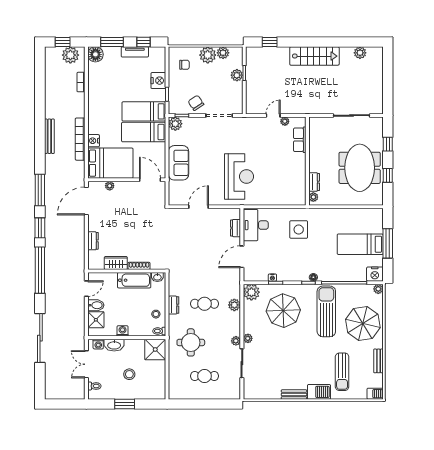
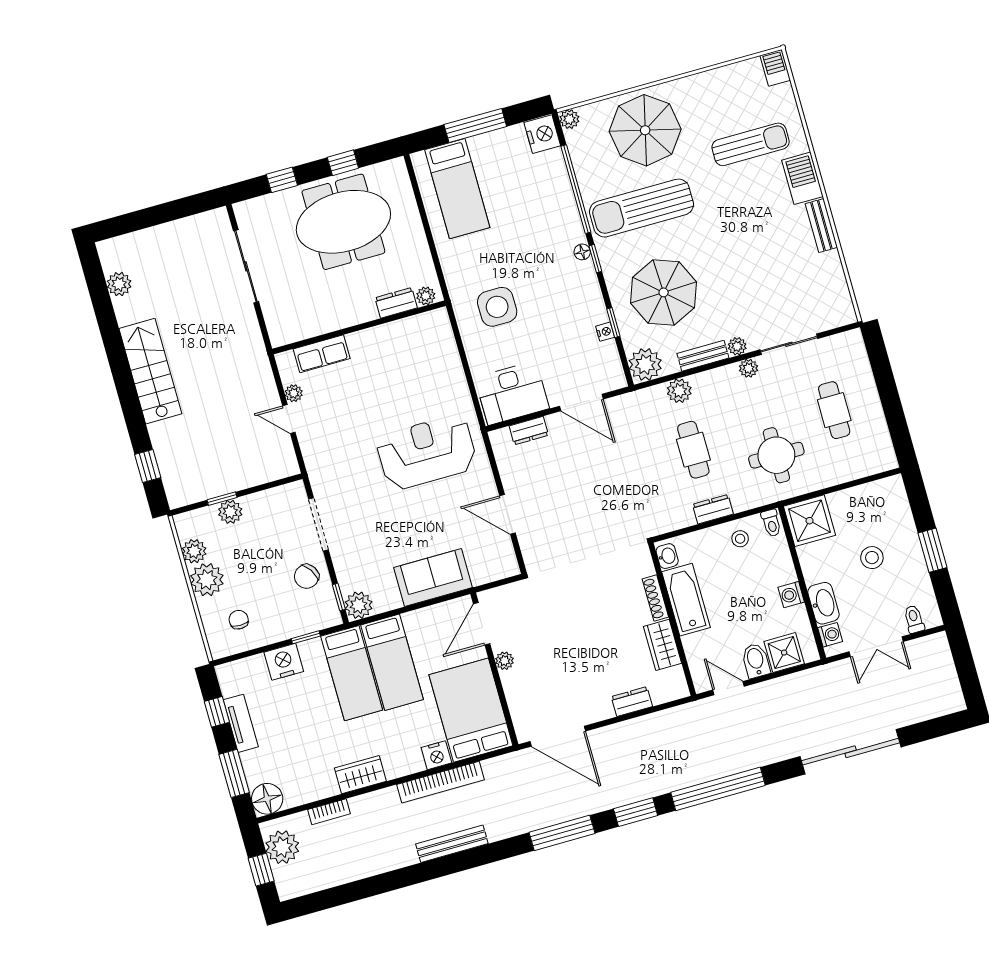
wardrobe: (94, 102) -> (360, 775), added
plant: (110, 186) -> (505, 661), moved
bed: (360, 244) -> (457, 189), moved
bench: (379, 361) -> (703, 356), moved

